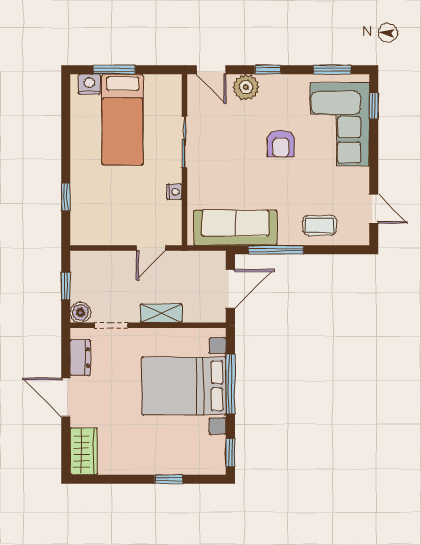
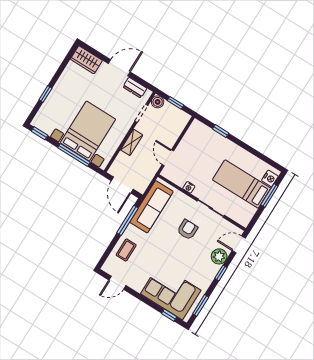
armchair: (281, 144) -> (187, 230), moved, turned 90

